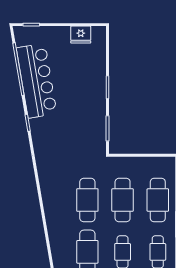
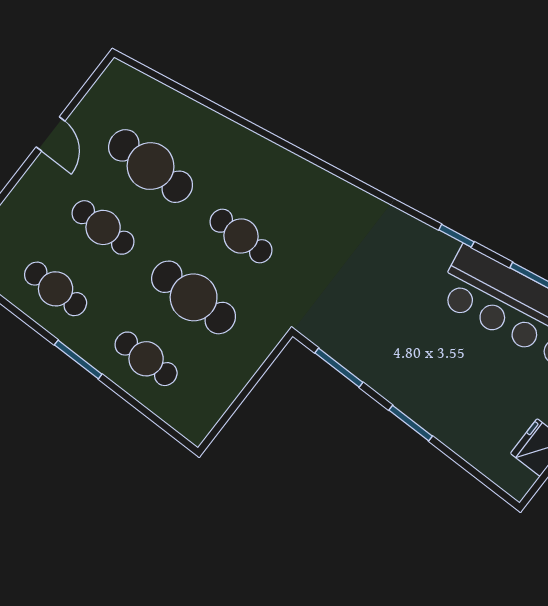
cafe table: (87, 200) -> (241, 236), width x0.73, depth x0.74
cafe table: (158, 200) -> (146, 359), width x0.73, depth x0.74

